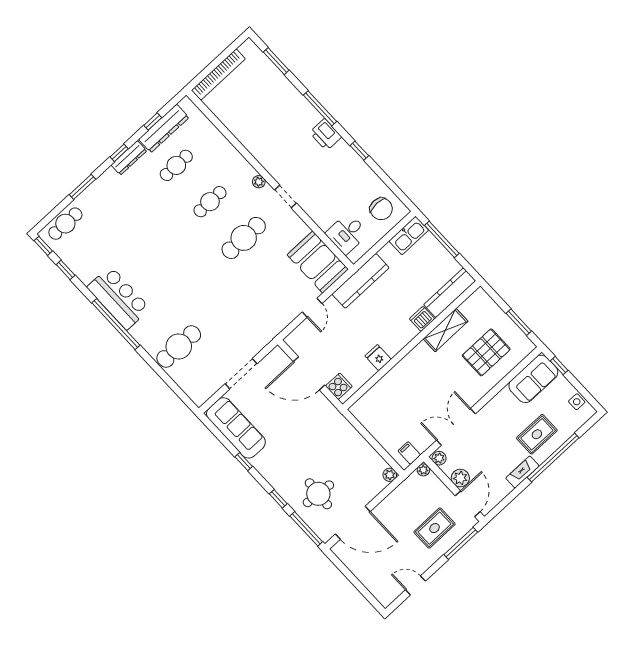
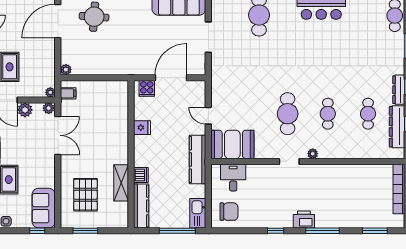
chair: (381, 209) -> (229, 212), turned 180

